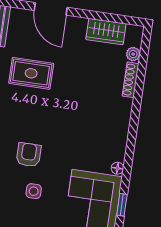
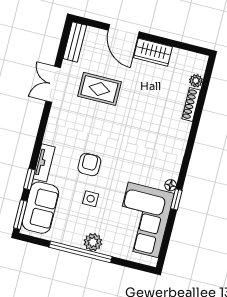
wardrobe: (106, 32) -> (153, 52), moved
window: (122, 205) -> (176, 199), moved

